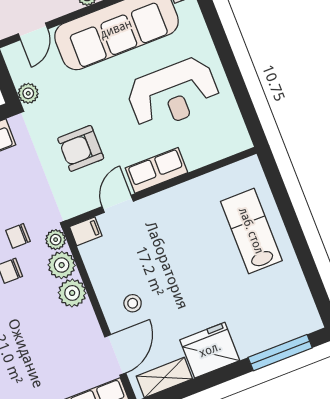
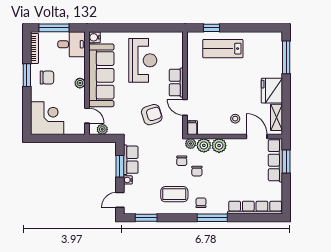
plant: (28, 93) -> (102, 129), moved
armchair: (81, 148) -> (152, 115), turned -108
window: (281, 196) -> (212, 28), added

